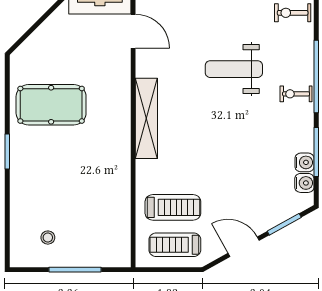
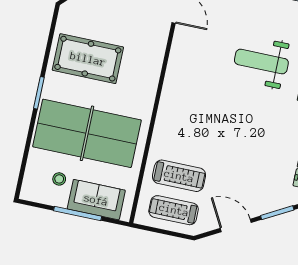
shelving: (146, 118) -> (172, 90), removed
table tennis table: (67, 183) -> (87, 133), added
sofa: (91, 251) -> (96, 200), added

